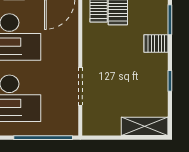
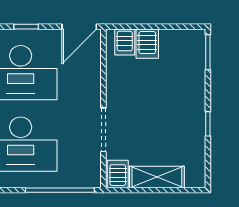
server rack: (156, 44) -> (118, 174), moved, turned 90
shelving: (145, 126) -> (157, 177), moved

